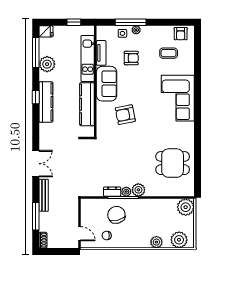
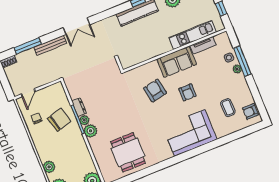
armchair: (131, 58) -> (187, 92), moved
kitchen counter: (87, 104) -> (150, 51), removed

